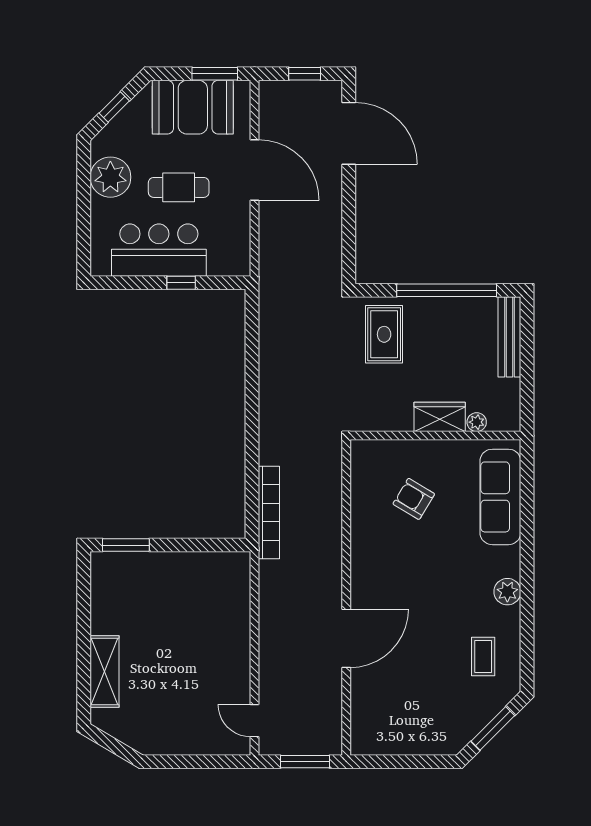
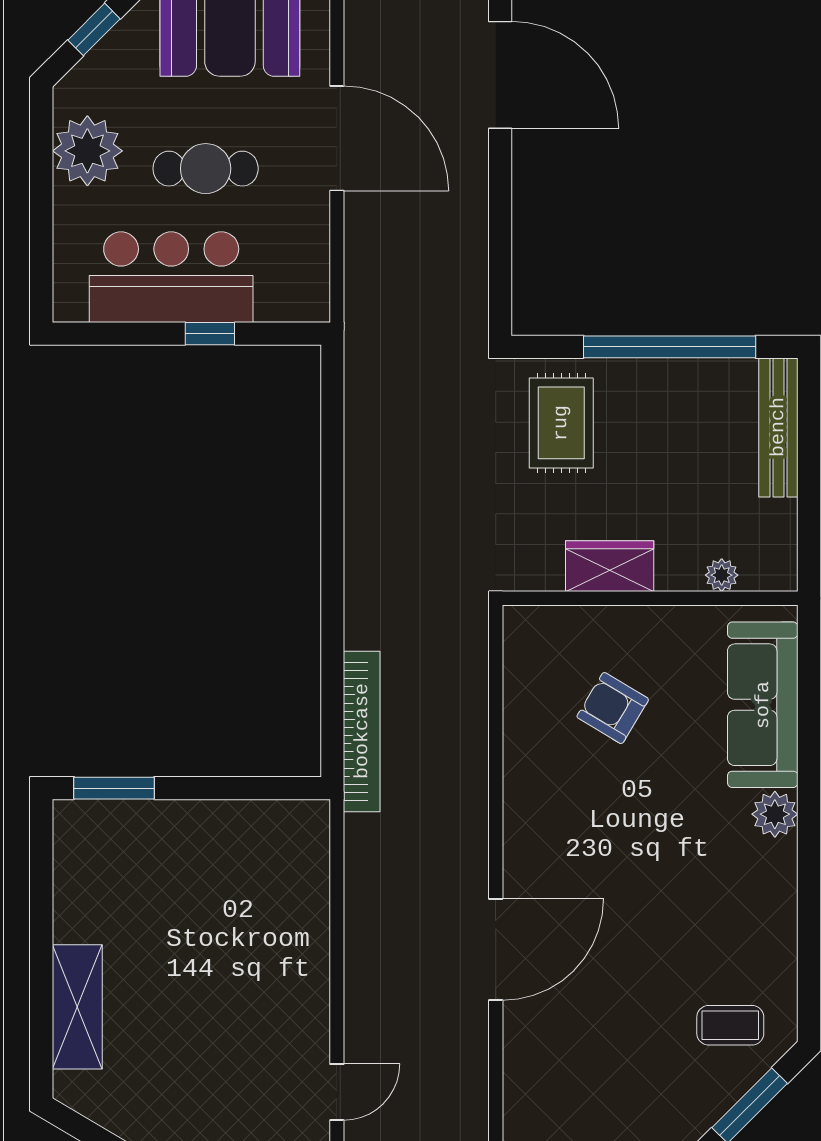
wardrobe: (440, 417) -> (610, 566), moved
plant: (507, 592) -> (775, 814), moved
coffee table: (483, 657) -> (730, 1025), moved, turned 90
door: (255, 721) -> (337, 1092), swing flipped

